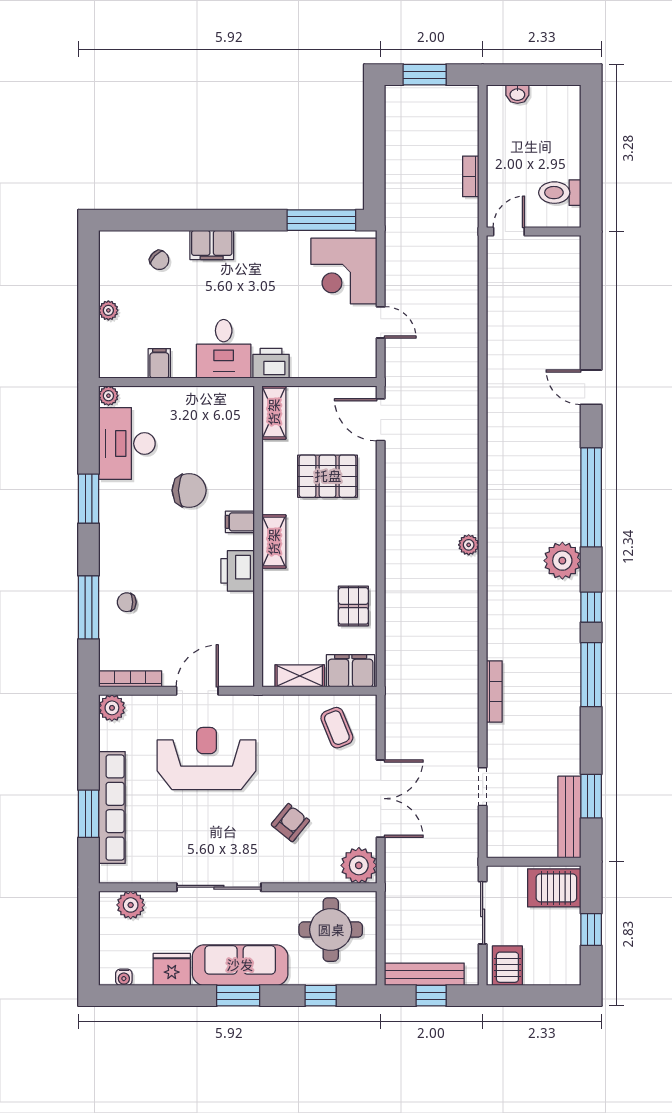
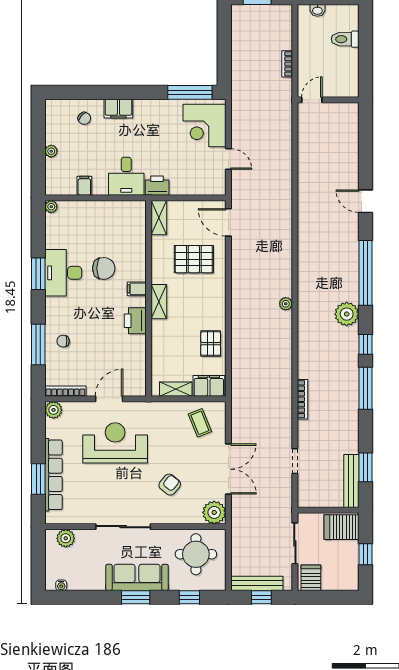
toilet: (560, 193) -> (345, 39), moved
desk: (127, 444) -> (63, 273), moved
fridge: (172, 969) -> (92, 580), removed

